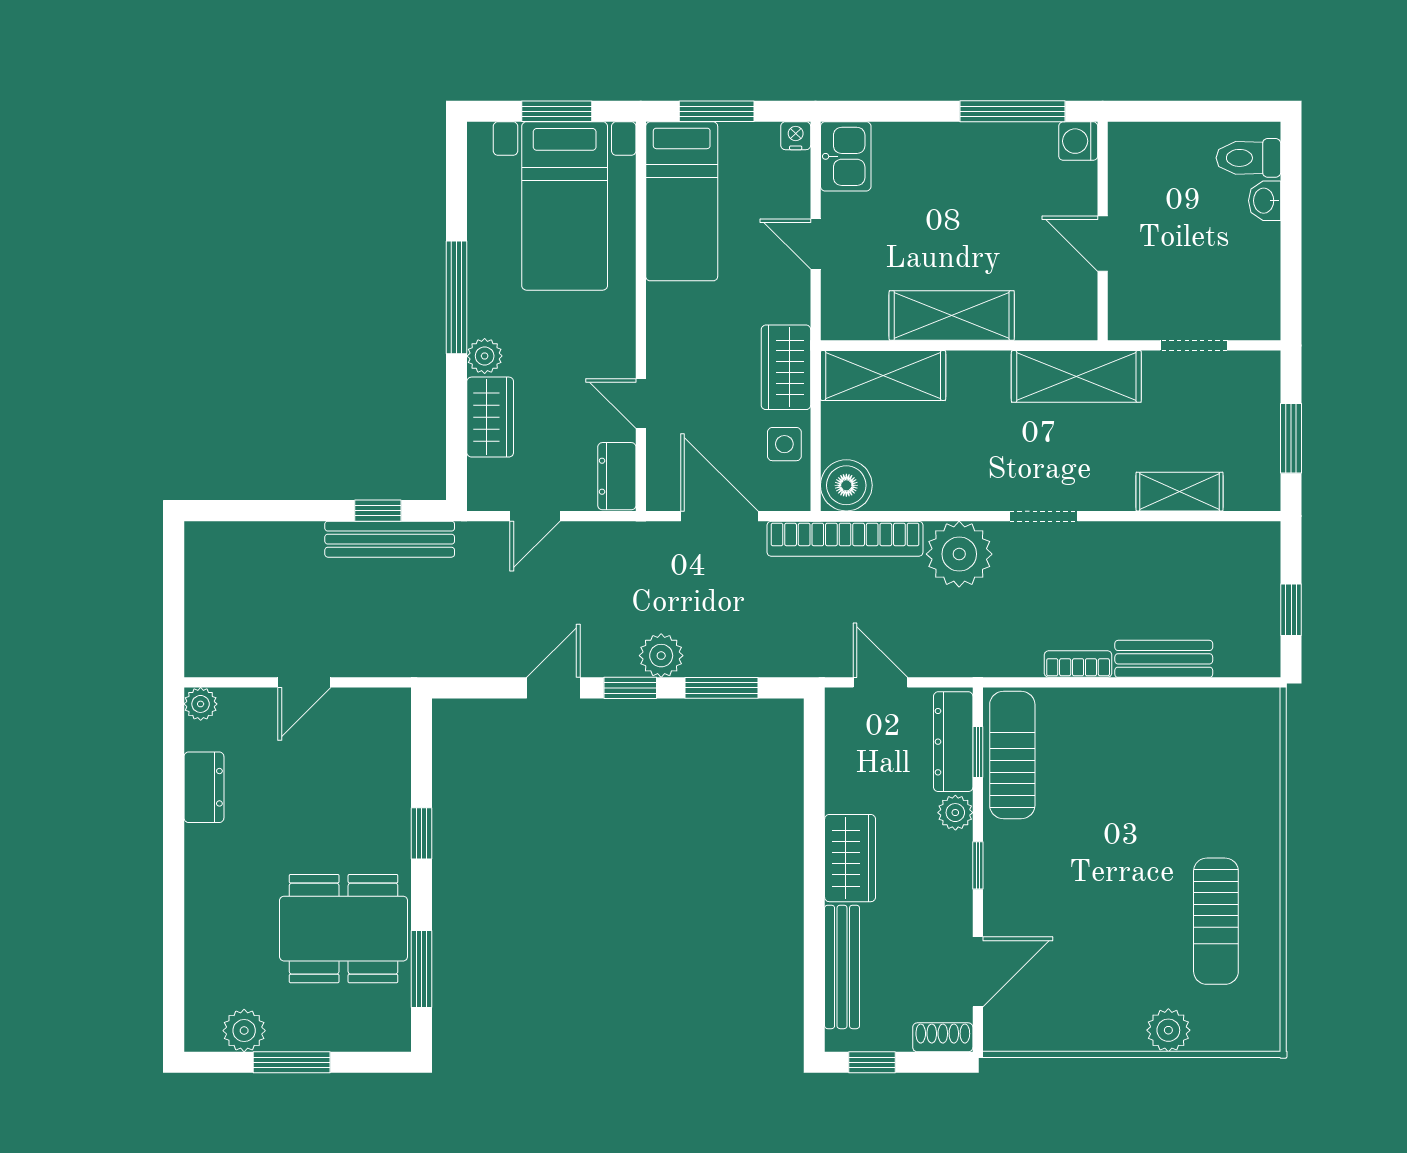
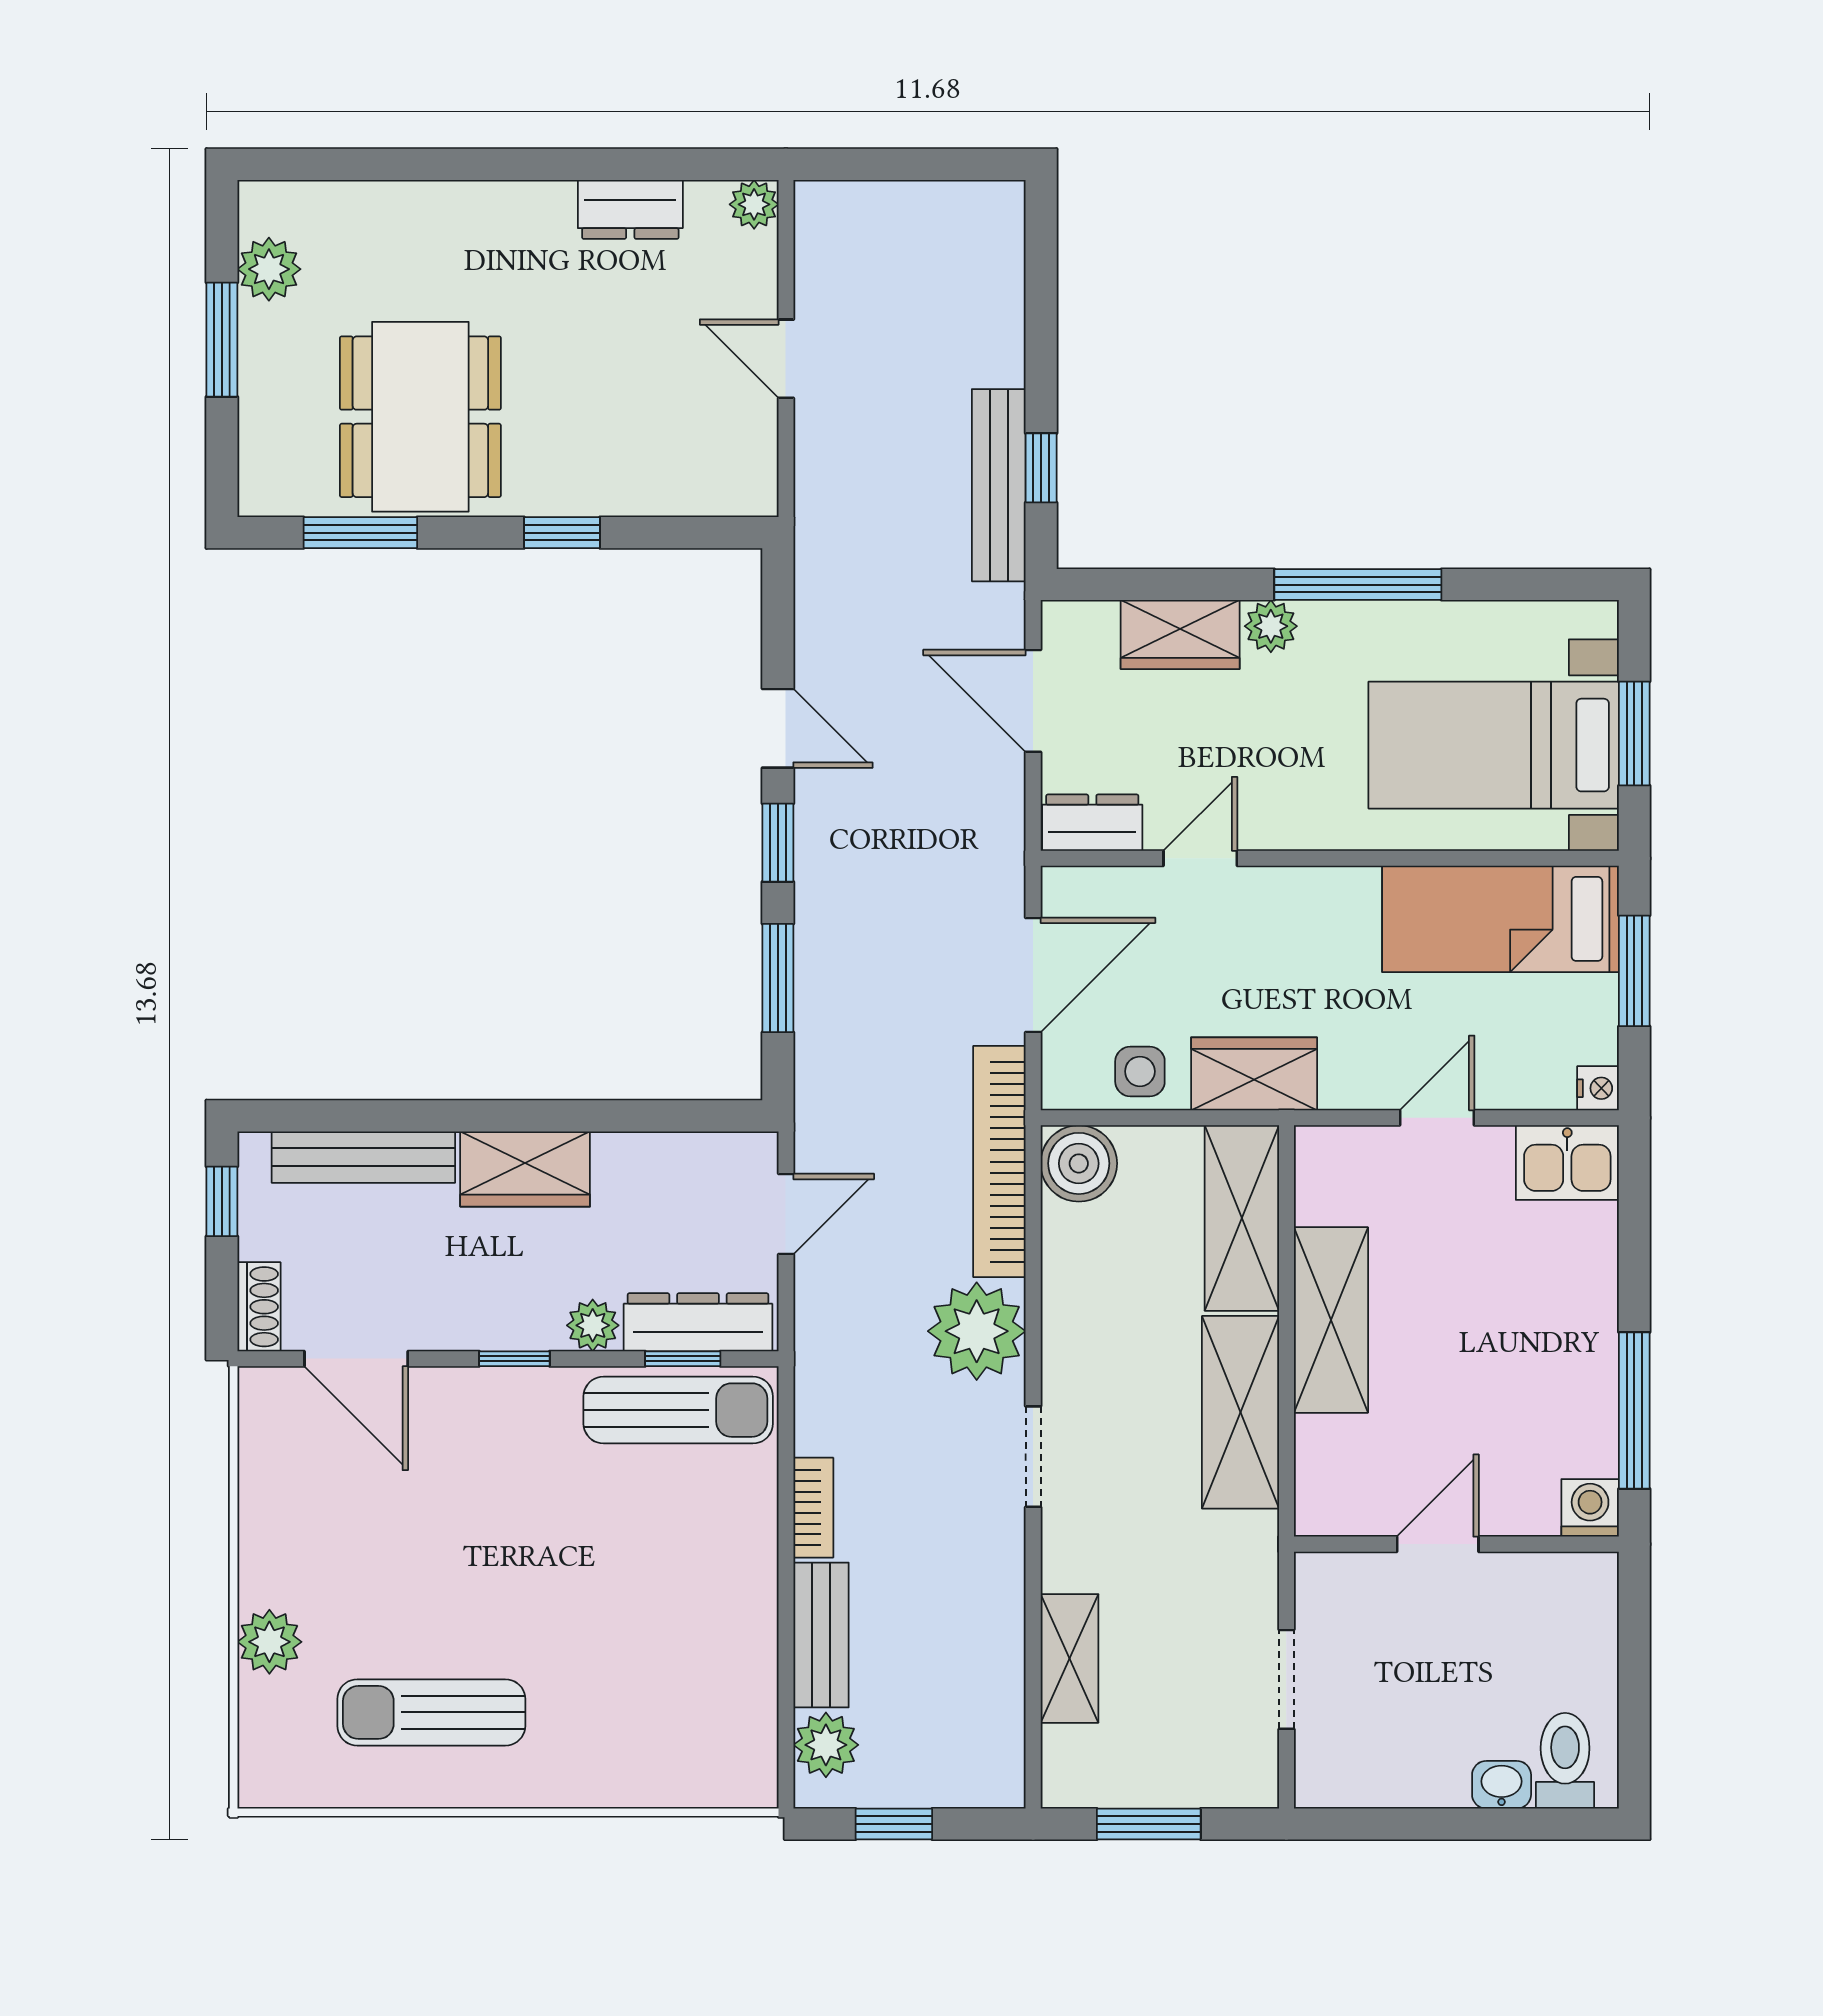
shelving: (1076, 376) -> (1240, 1412), moved
door: (535, 516) -> (1033, 701), width x1.38
plant: (661, 656) -> (826, 1745), moved

